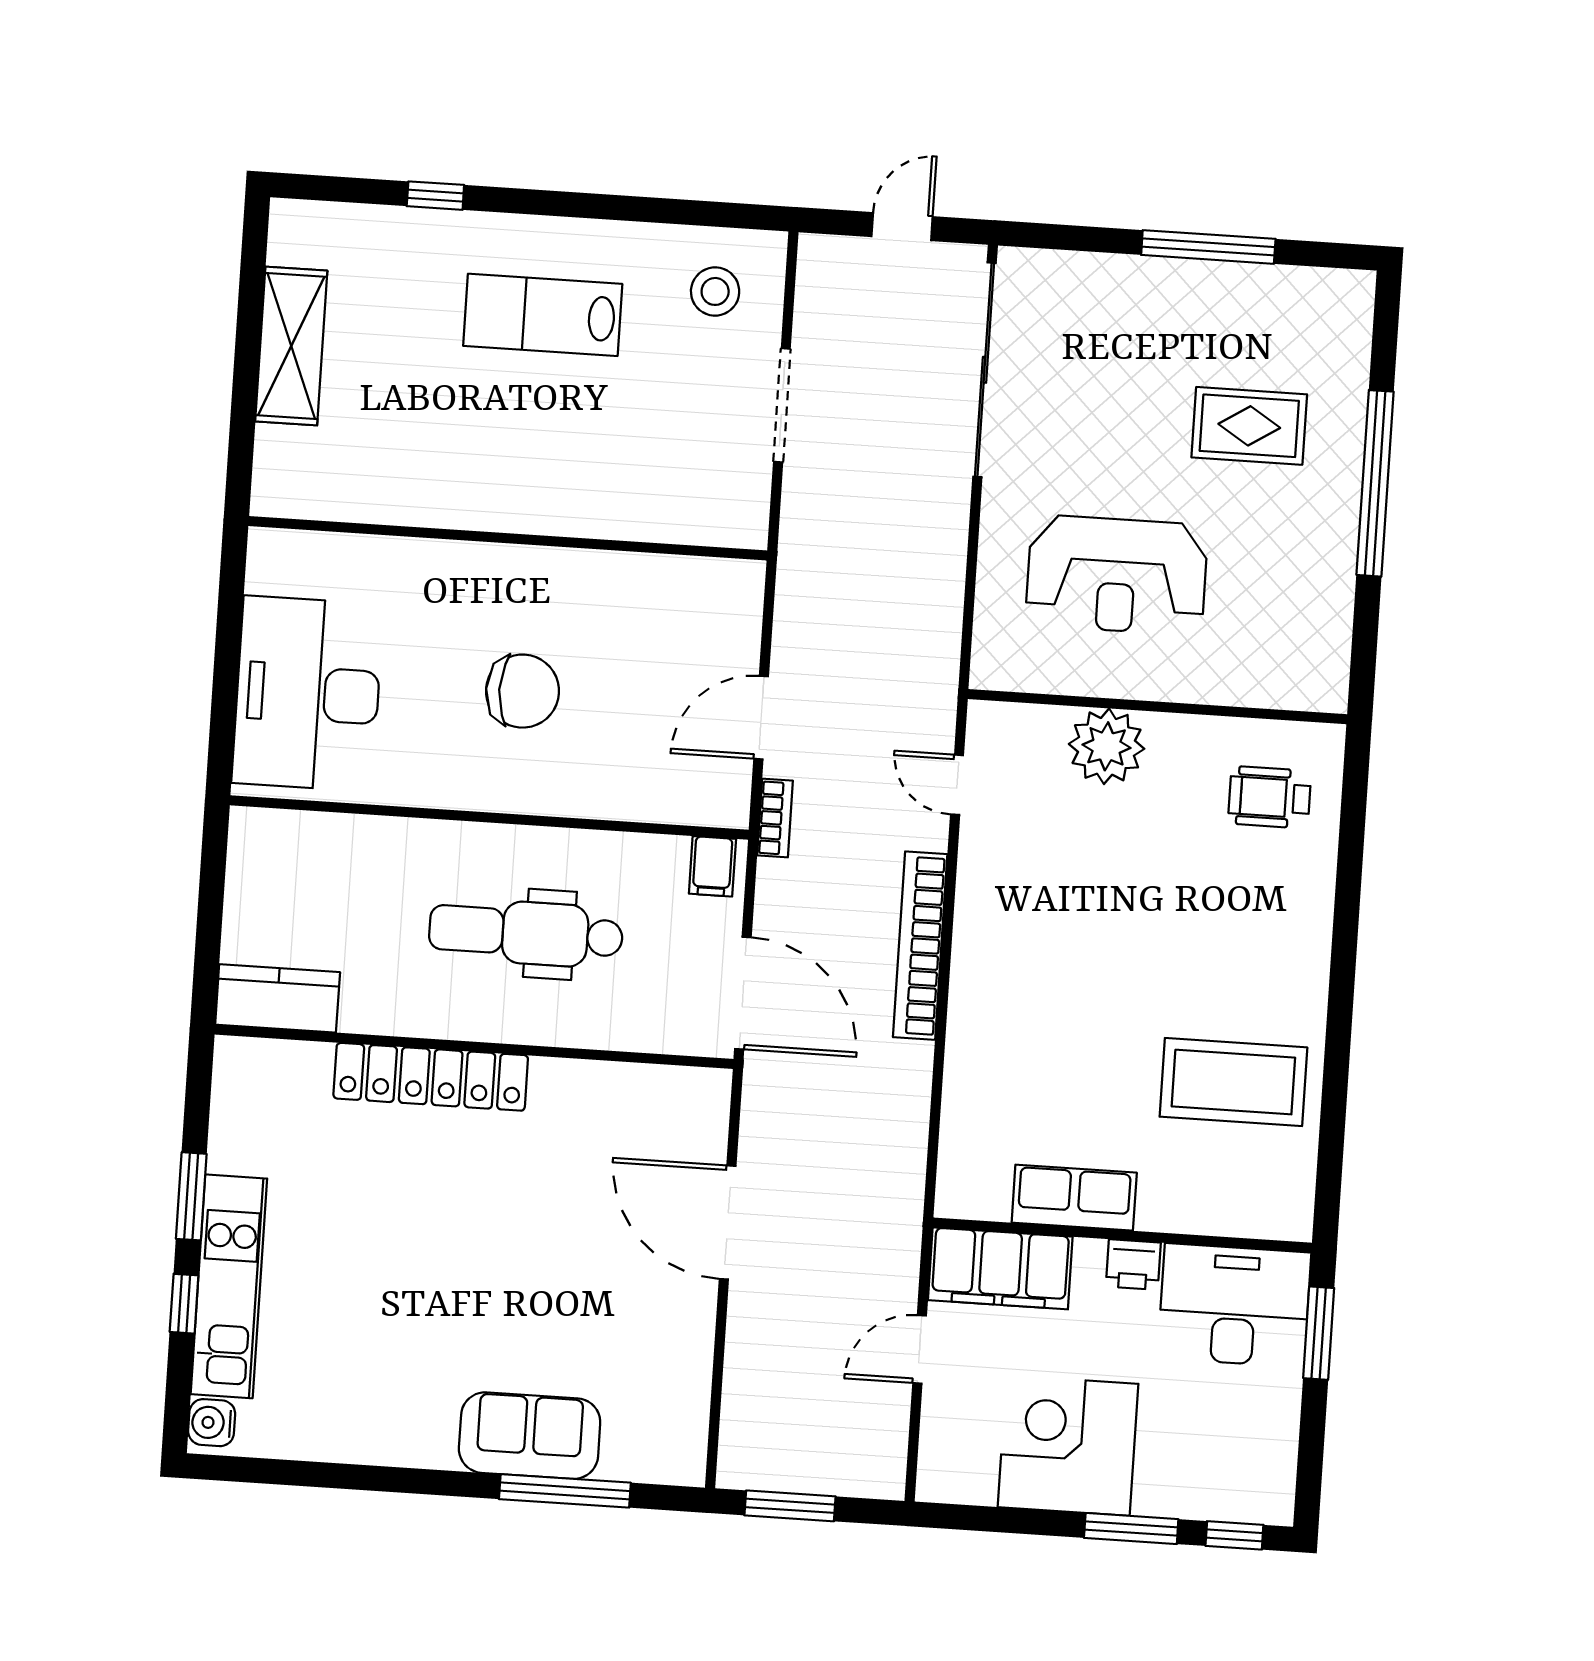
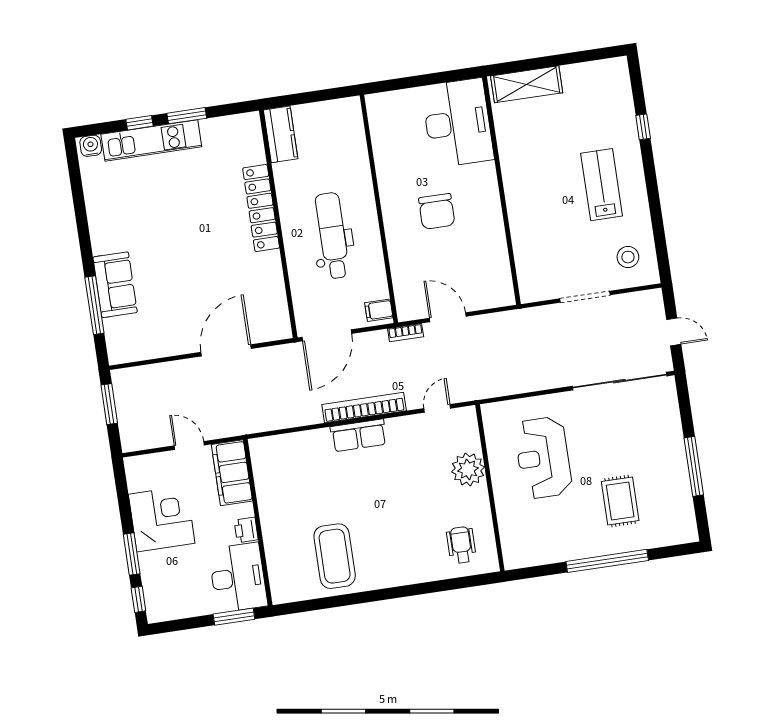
shelving: (291, 346) -> (527, 84), moved
desk: (308, 694) -> (458, 123), moved, turned 90
row of seats: (1074, 1198) -> (359, 435), moved, turned 90

